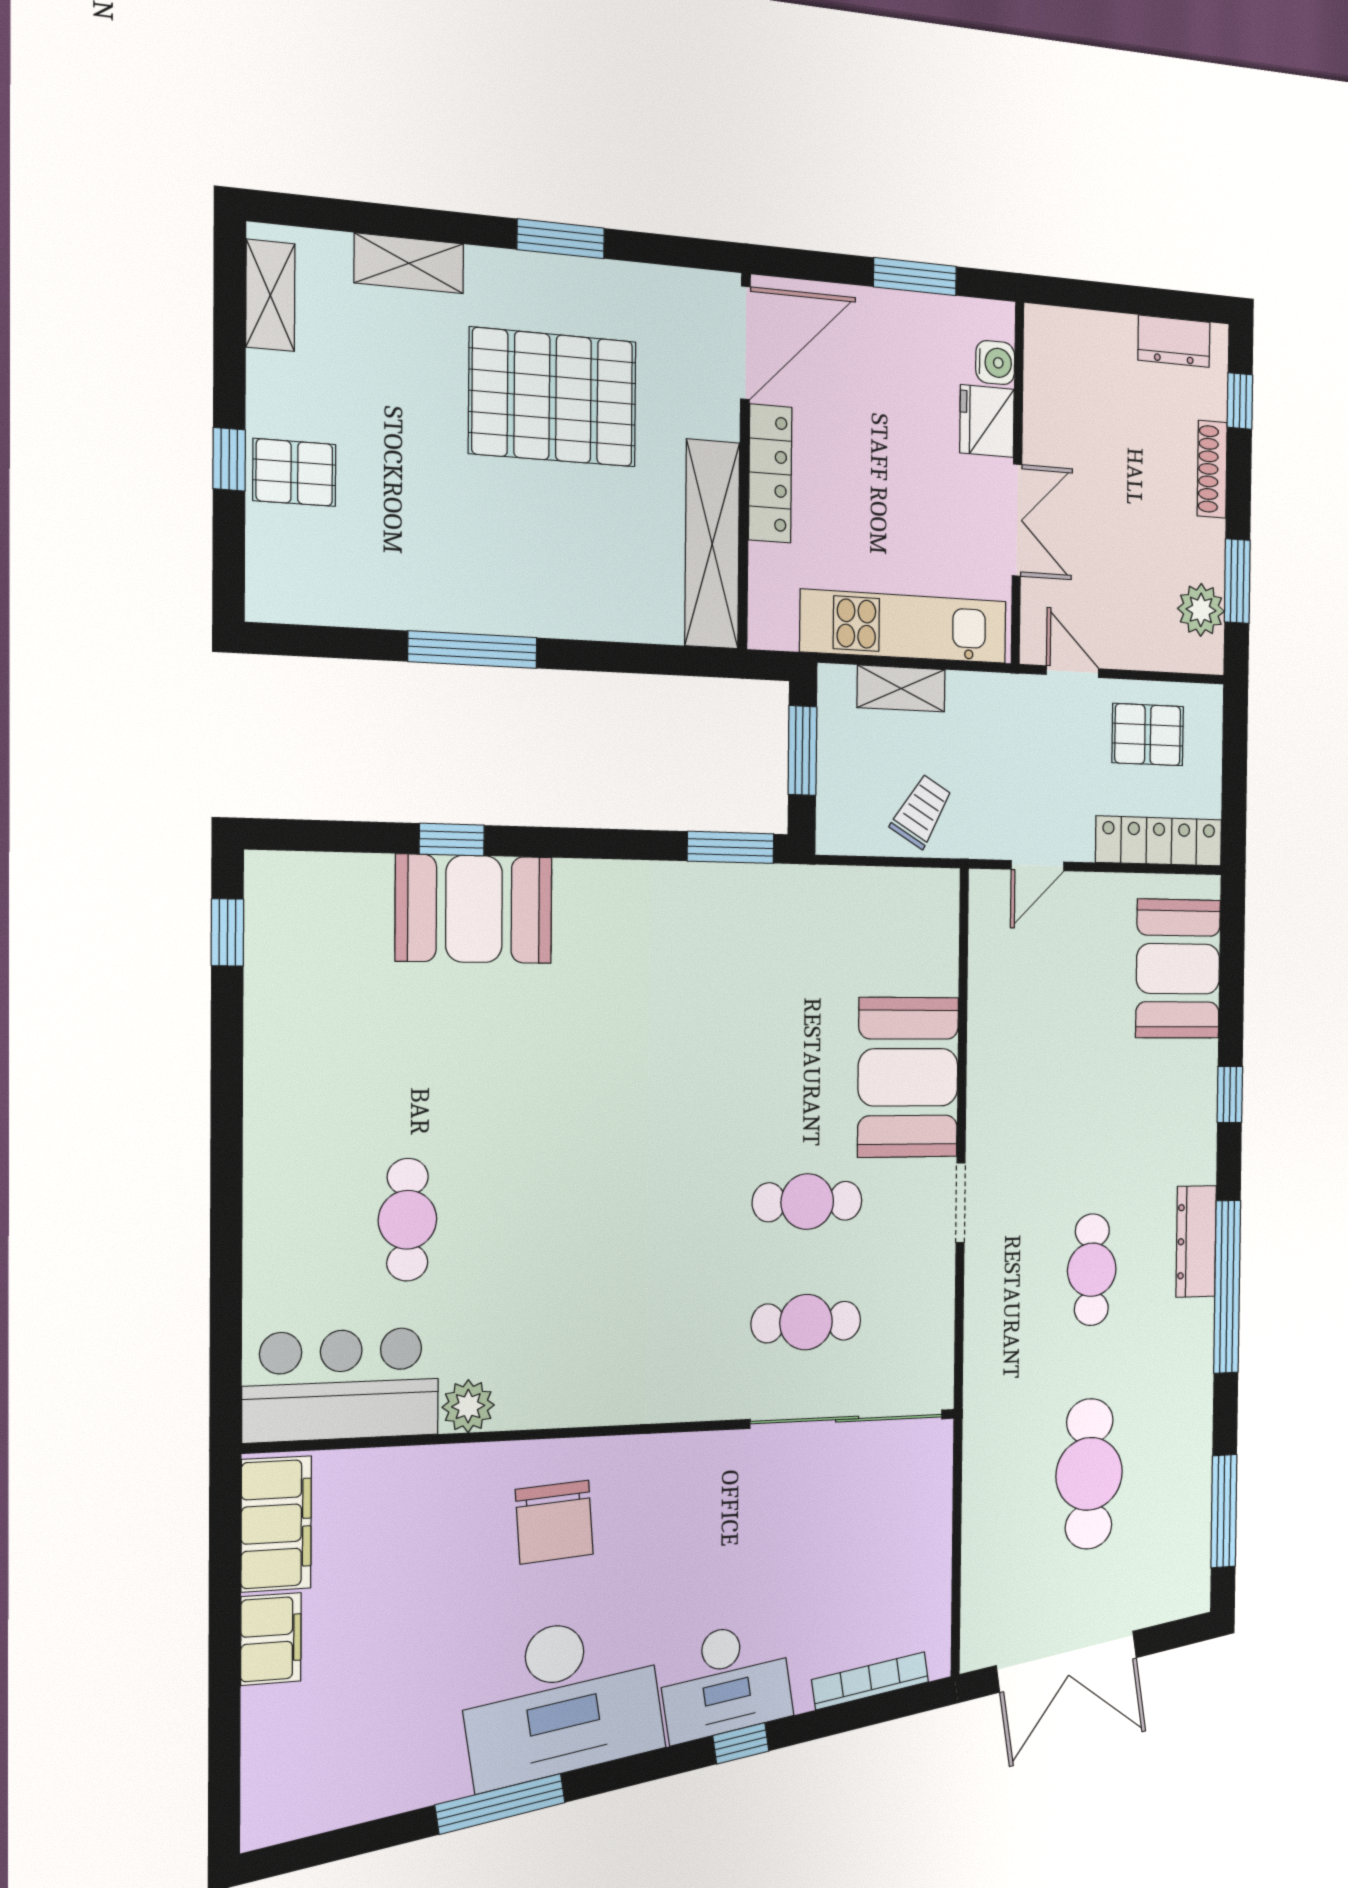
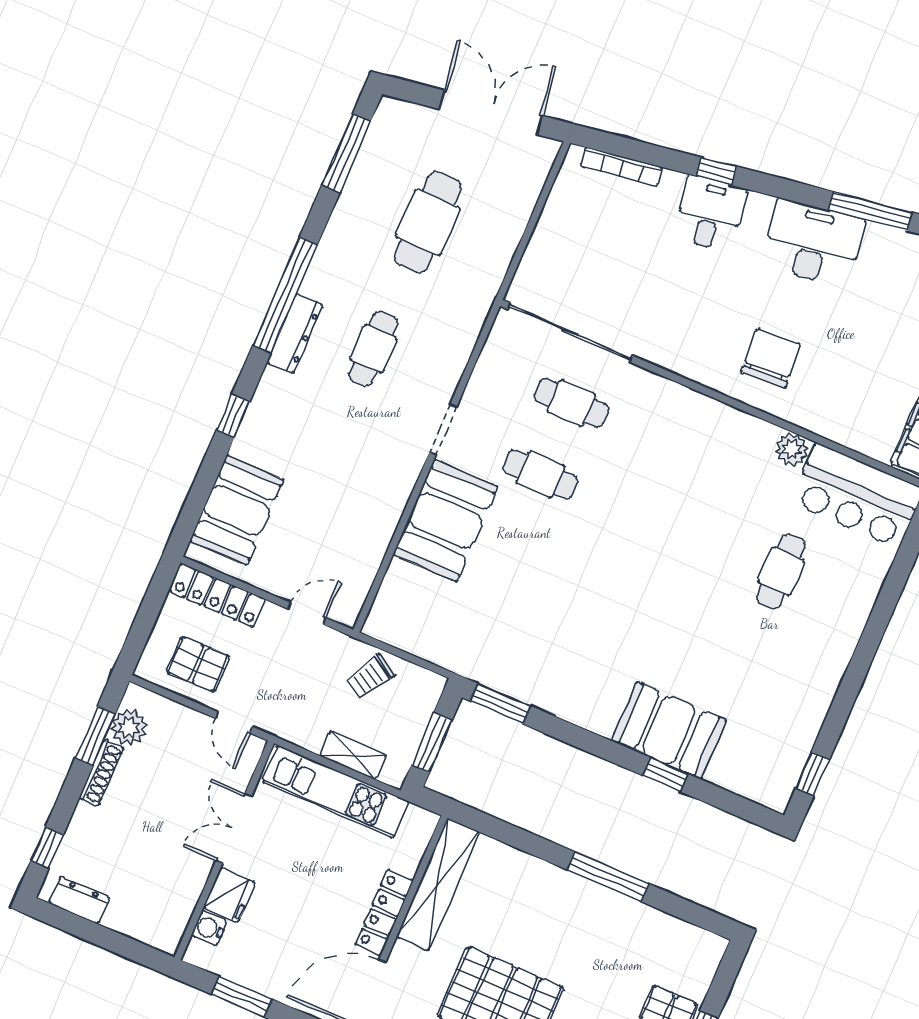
shoe rack: (1212, 469) -> (101, 773), moved
desk: (725, 1681) -> (710, 214), width x0.73
desk: (561, 1699) -> (813, 243), width x0.73, depth x0.77

